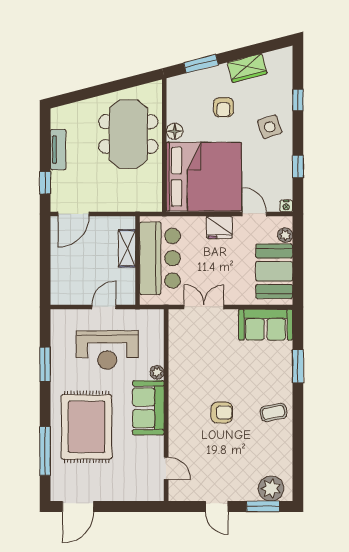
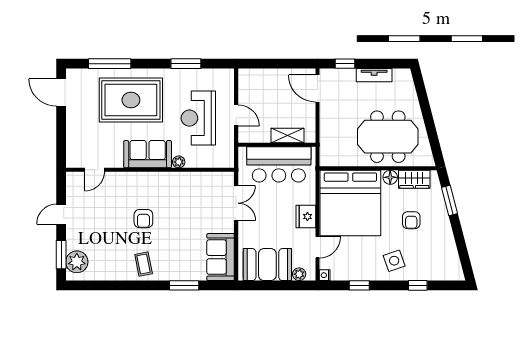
wardrobe: (247, 68) -> (414, 179), moved, turned -75
armchair: (224, 107) -> (411, 220), turned -90

